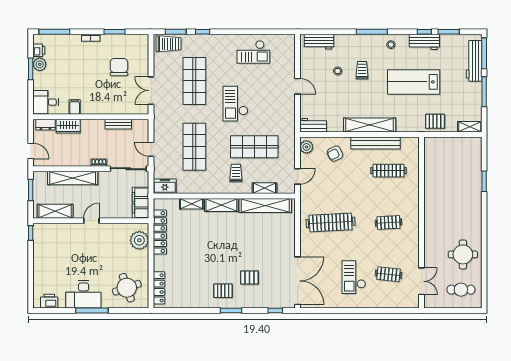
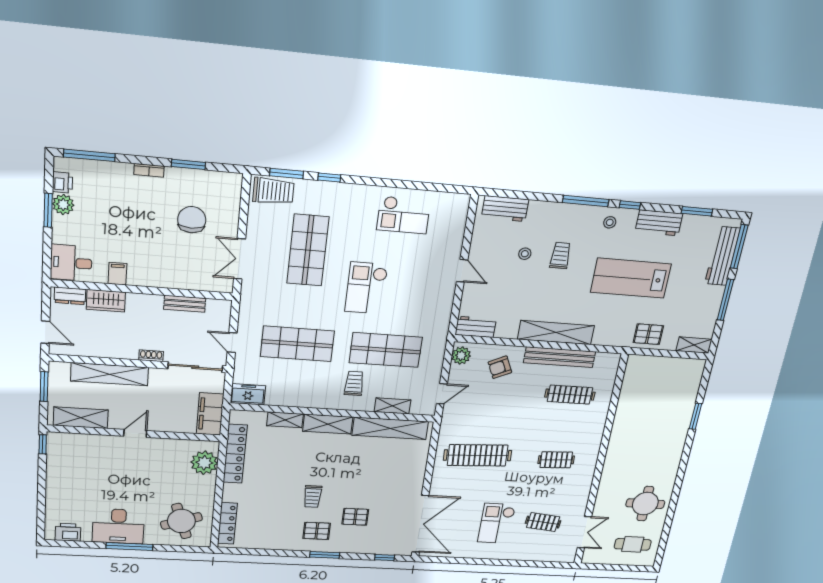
window: (424, 32) -> (630, 205), moved
shop shelf: (194, 147) -> (297, 344), turned 90
trolley: (217, 263) -> (313, 496), added

